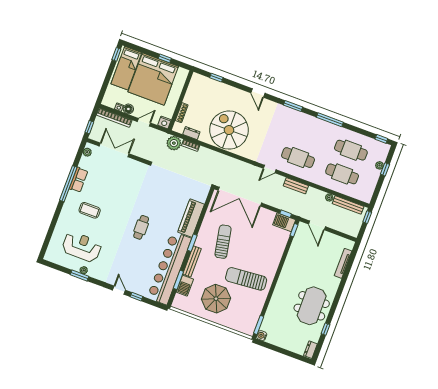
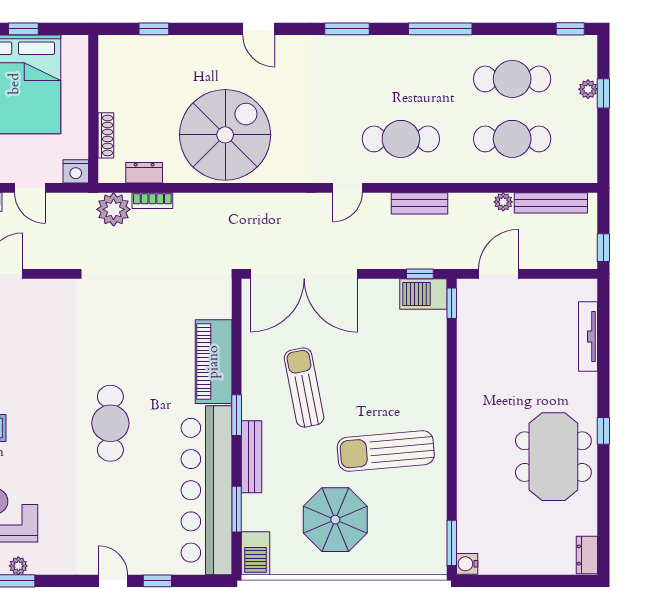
door: (144, 122) -> (30, 188), swing flipped
spiral stairs: (229, 130) -> (225, 135), turned 90
window: (367, 217) -> (603, 248), moved
door: (317, 225) -> (499, 274), swing flipped
cafe table: (141, 227) -> (110, 423), width x1.37, depth x1.35
barbecue: (185, 286) -> (256, 553), moved
window: (326, 329) -> (603, 431), moved

